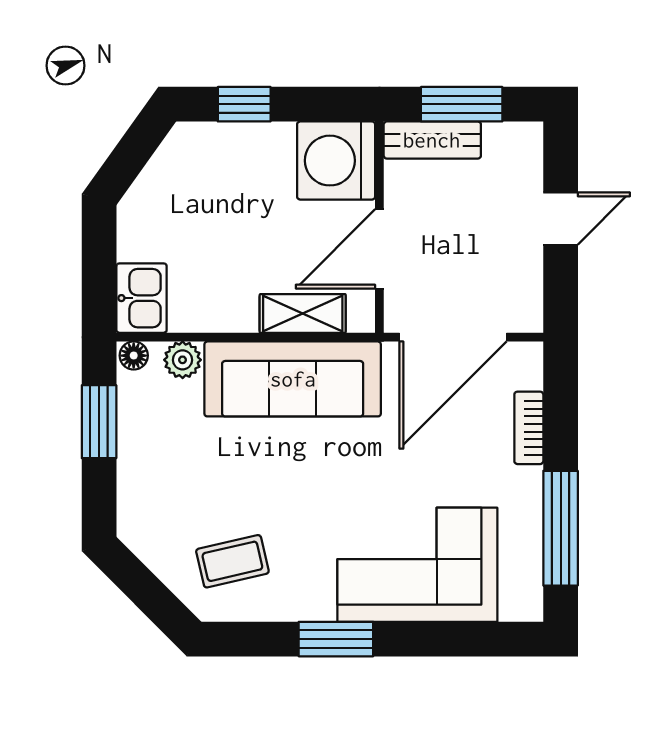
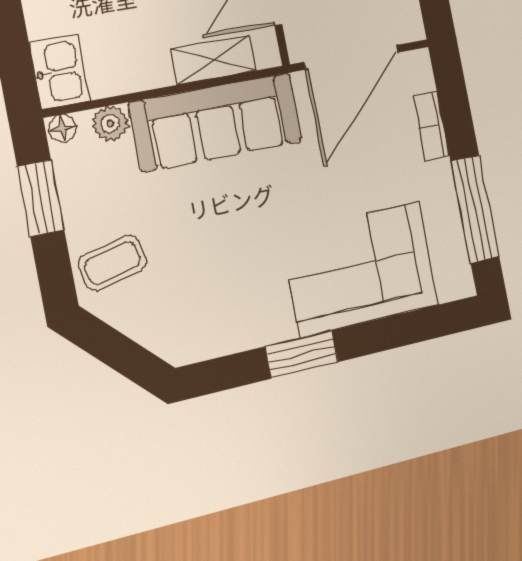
coffee table: (232, 561) -> (112, 263), moved

